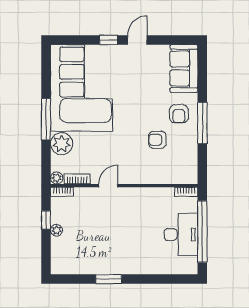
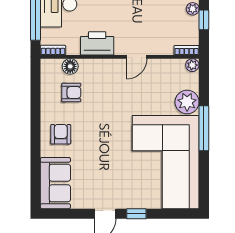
window: (202, 123) -> (36, 124), removed
armchair: (157, 140) -> (71, 93), moved
floor lamp: (170, 177) -> (70, 66), added
bookcase: (77, 179) -> (171, 64), removed
printer: (145, 198) -> (97, 43), added

